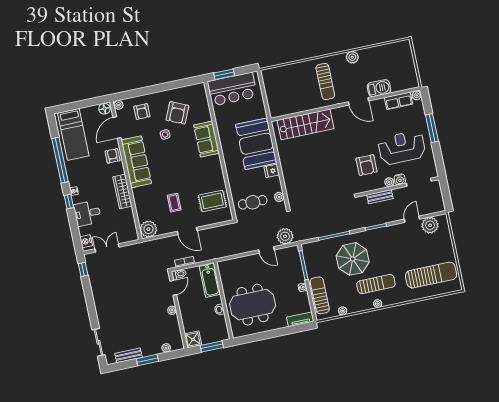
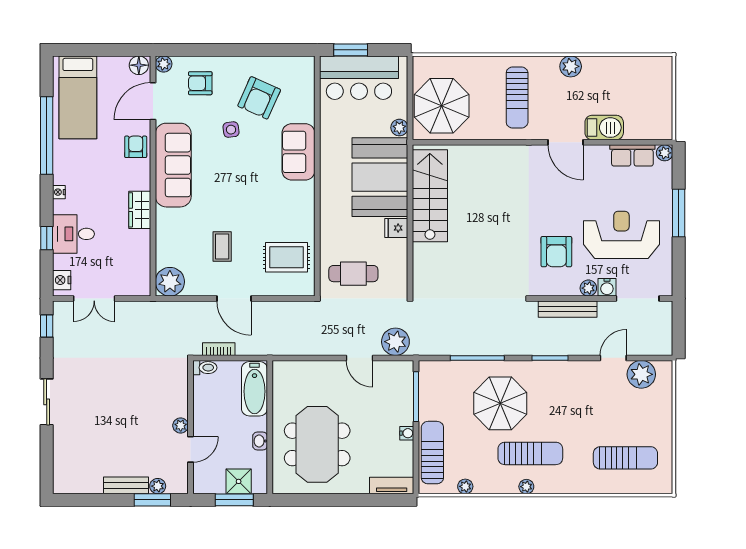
parasol: (283, 95) -> (442, 106), added
armchair: (142, 112) -> (200, 83), turned 90
stairs: (305, 124) -> (430, 196), moved, turned -90
wardrobe: (122, 192) -> (140, 210), width x0.67
plant: (279, 197) -> (399, 128), moved
bench: (380, 197) -> (568, 309), width x1.36
window: (69, 202) -> (47, 238), moved
double door: (107, 248) -> (94, 299), swing flipped
sun lounger: (431, 275) -> (625, 458), width x0.73, depth x0.75
door: (173, 288) -> (191, 449), moved
meeting table: (253, 305) -> (317, 444), turned 90
shower: (193, 339) -> (239, 481), moved
sliding door: (98, 342) -> (47, 402), moved
bench: (128, 355) -> (126, 485), moved
window: (147, 360) -> (152, 500), moved

